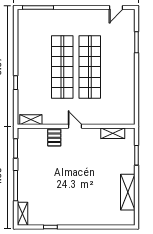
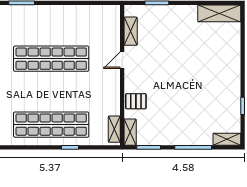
shop shelf: (62, 67) -> (51, 125), moved
door: (75, 126) -> (122, 60), moved
shelving: (28, 133) -> (130, 132), added
shelving: (128, 192) -> (219, 13), moved

